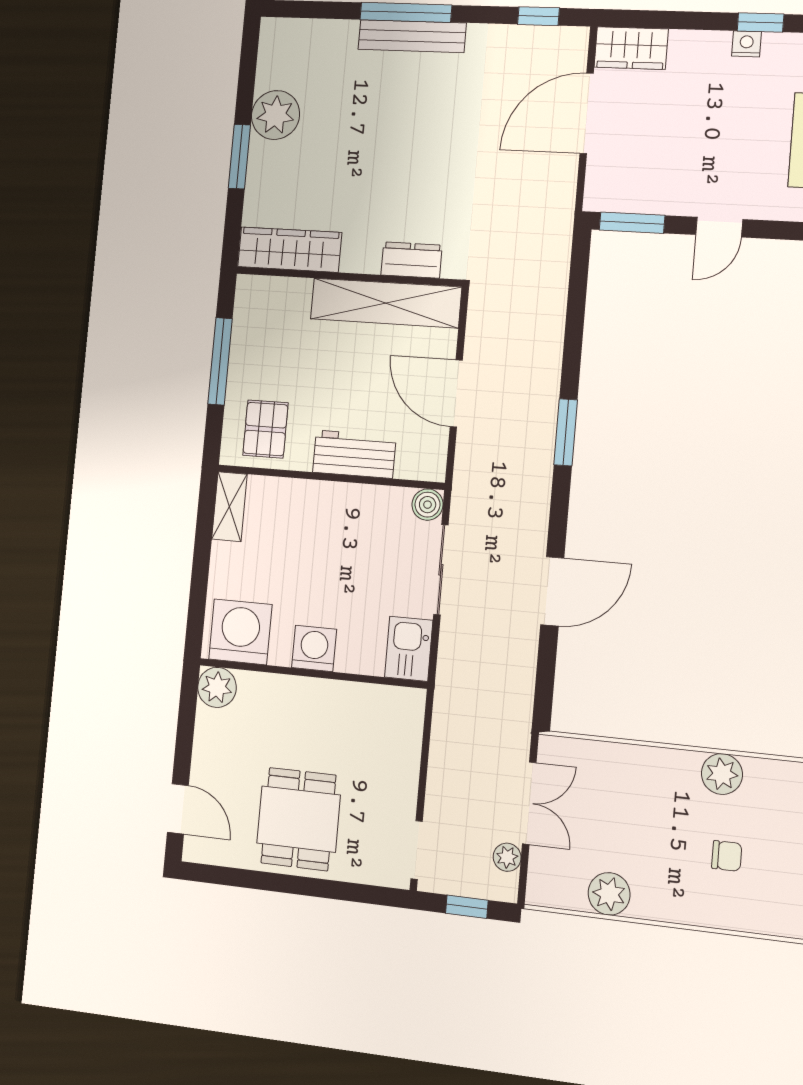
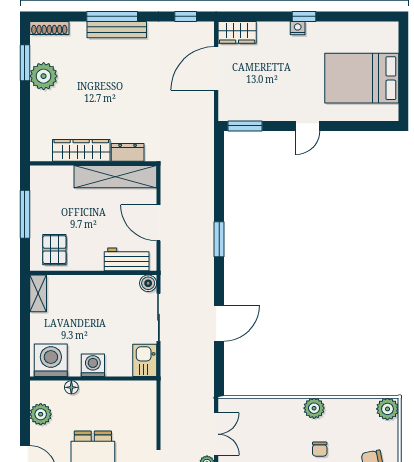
shoe rack: (294, 30) -> (49, 28), added
window: (239, 157) -> (25, 63), moved
door: (719, 227) -> (308, 126), moved
wardrobe: (290, 250) -> (81, 150), moved
workbench: (354, 454) -> (127, 259), moved
floor lamp: (272, 686) -> (71, 387), added
plant: (217, 687) -> (41, 414), moved
chair: (727, 856) -> (320, 449), turned 90

